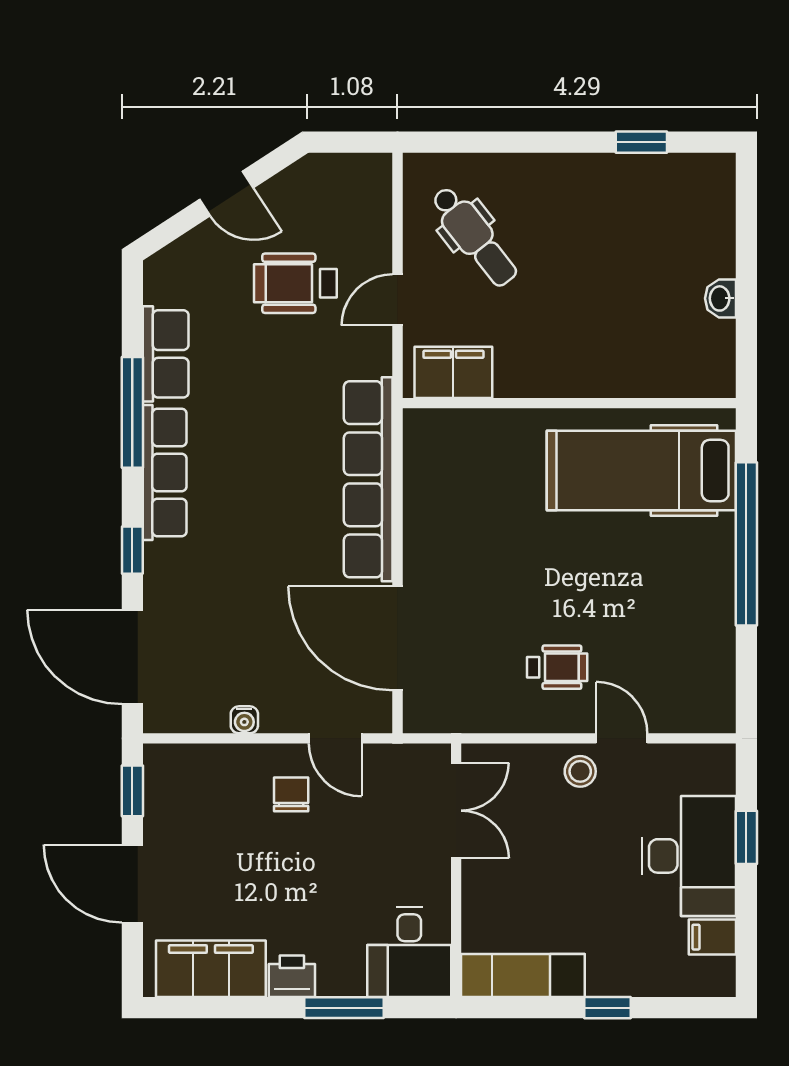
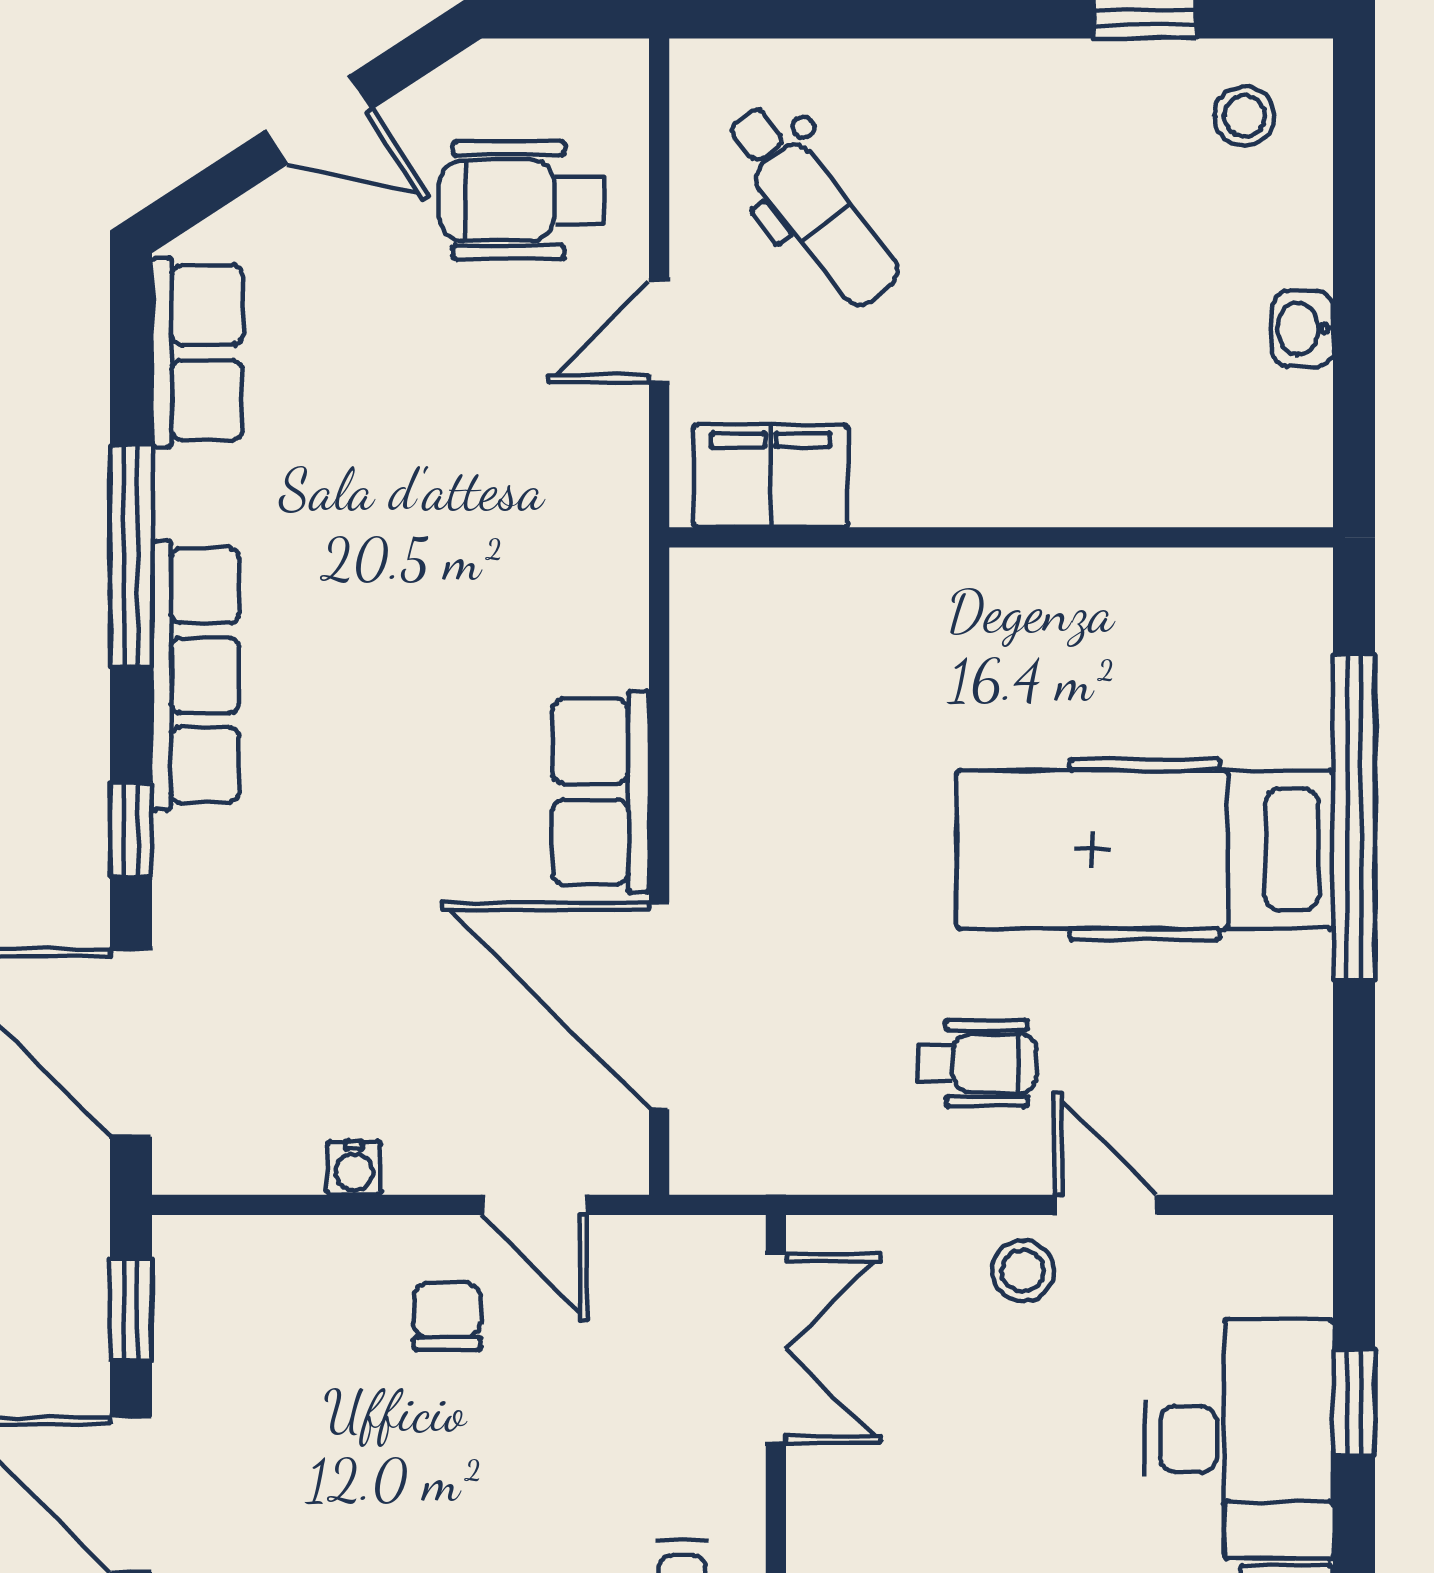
stool: (691, 192) -> (1245, 116), added
wheelchair: (295, 283) -> (522, 200), moved
row of seats: (166, 354) -> (197, 353), moved
hospital bed: (641, 470) -> (1145, 850), moved
row of seats: (368, 479) -> (601, 792), width x0.50

